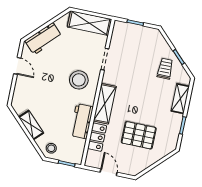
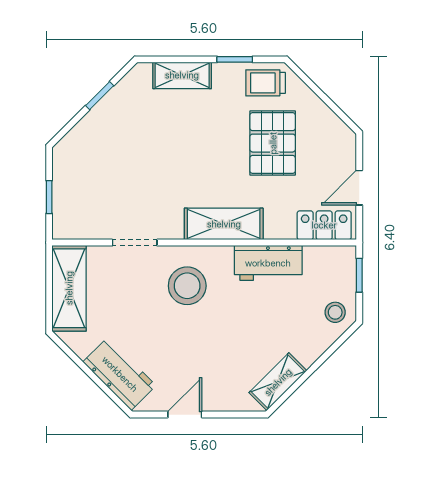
trolley: (165, 69) -> (266, 83), moved
shelving: (31, 125) -> (278, 382), moved
locker: (97, 137) -> (324, 225), moved

